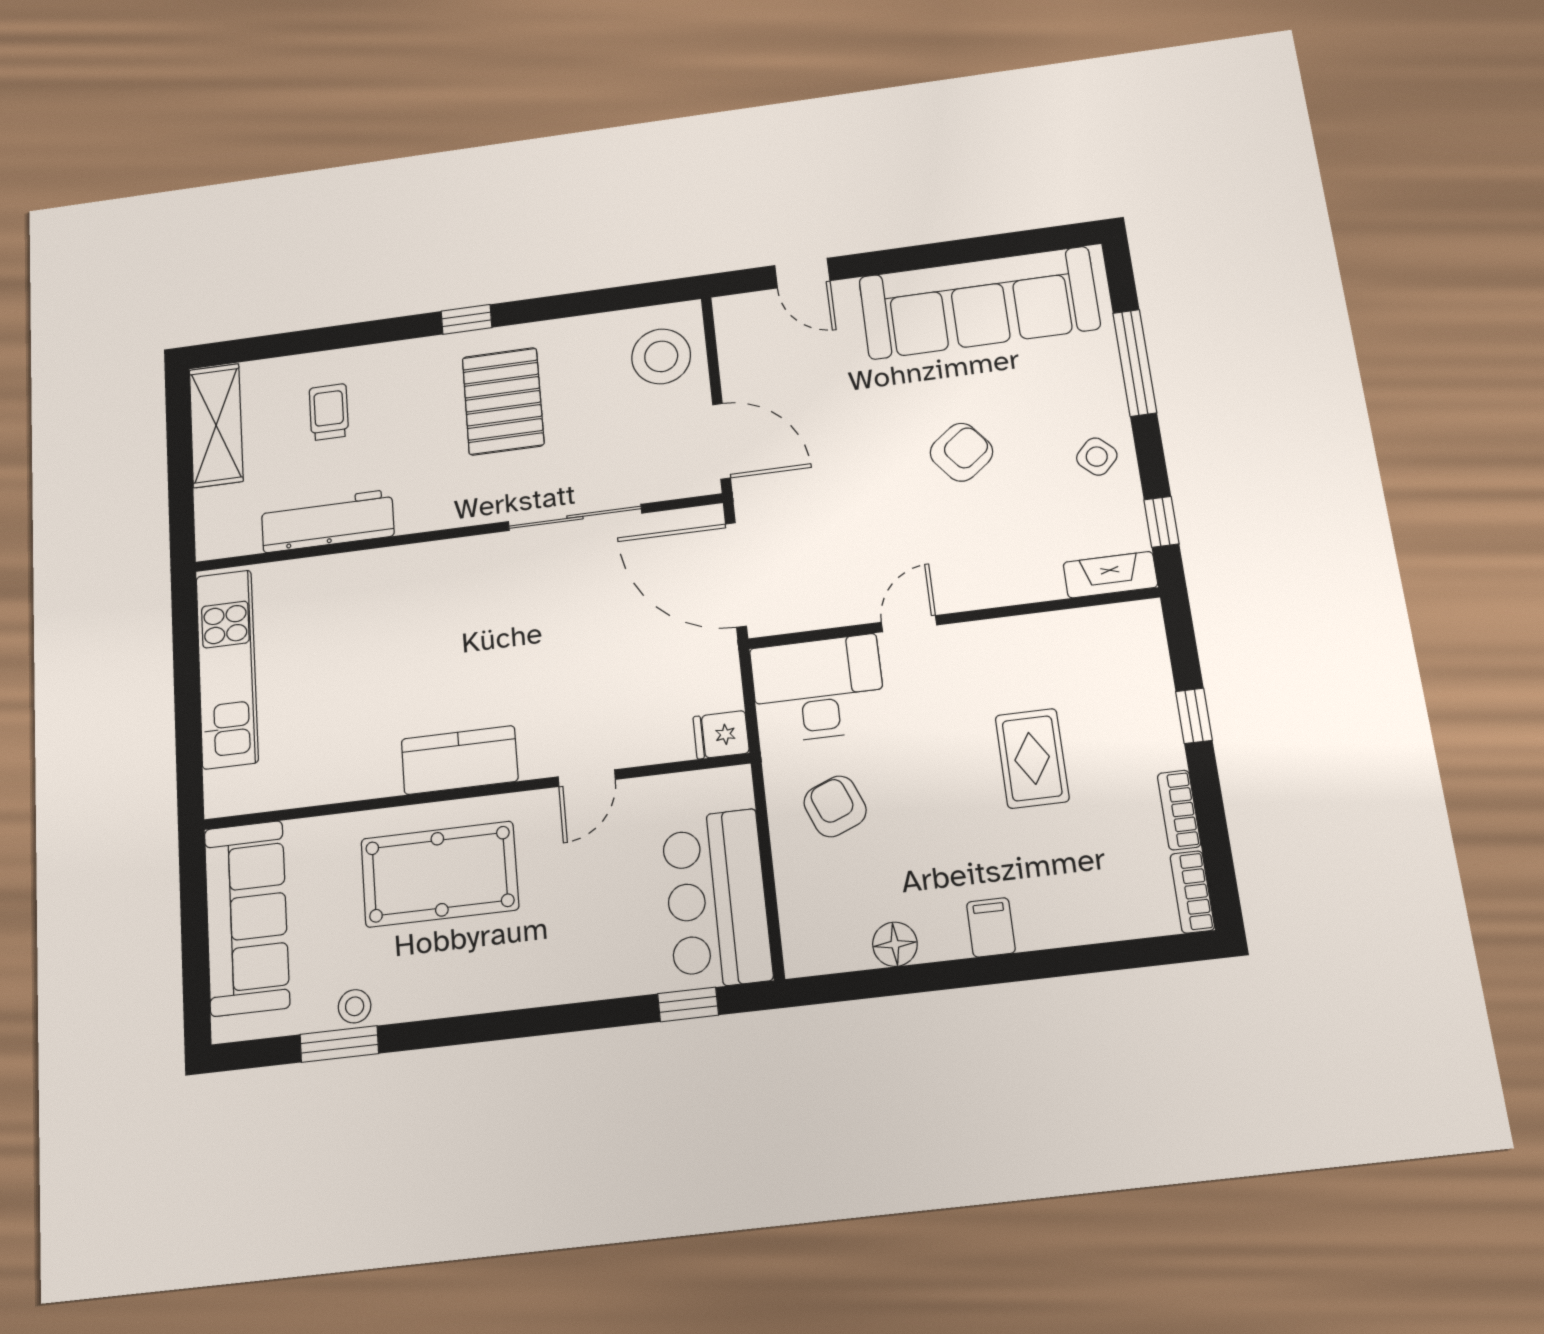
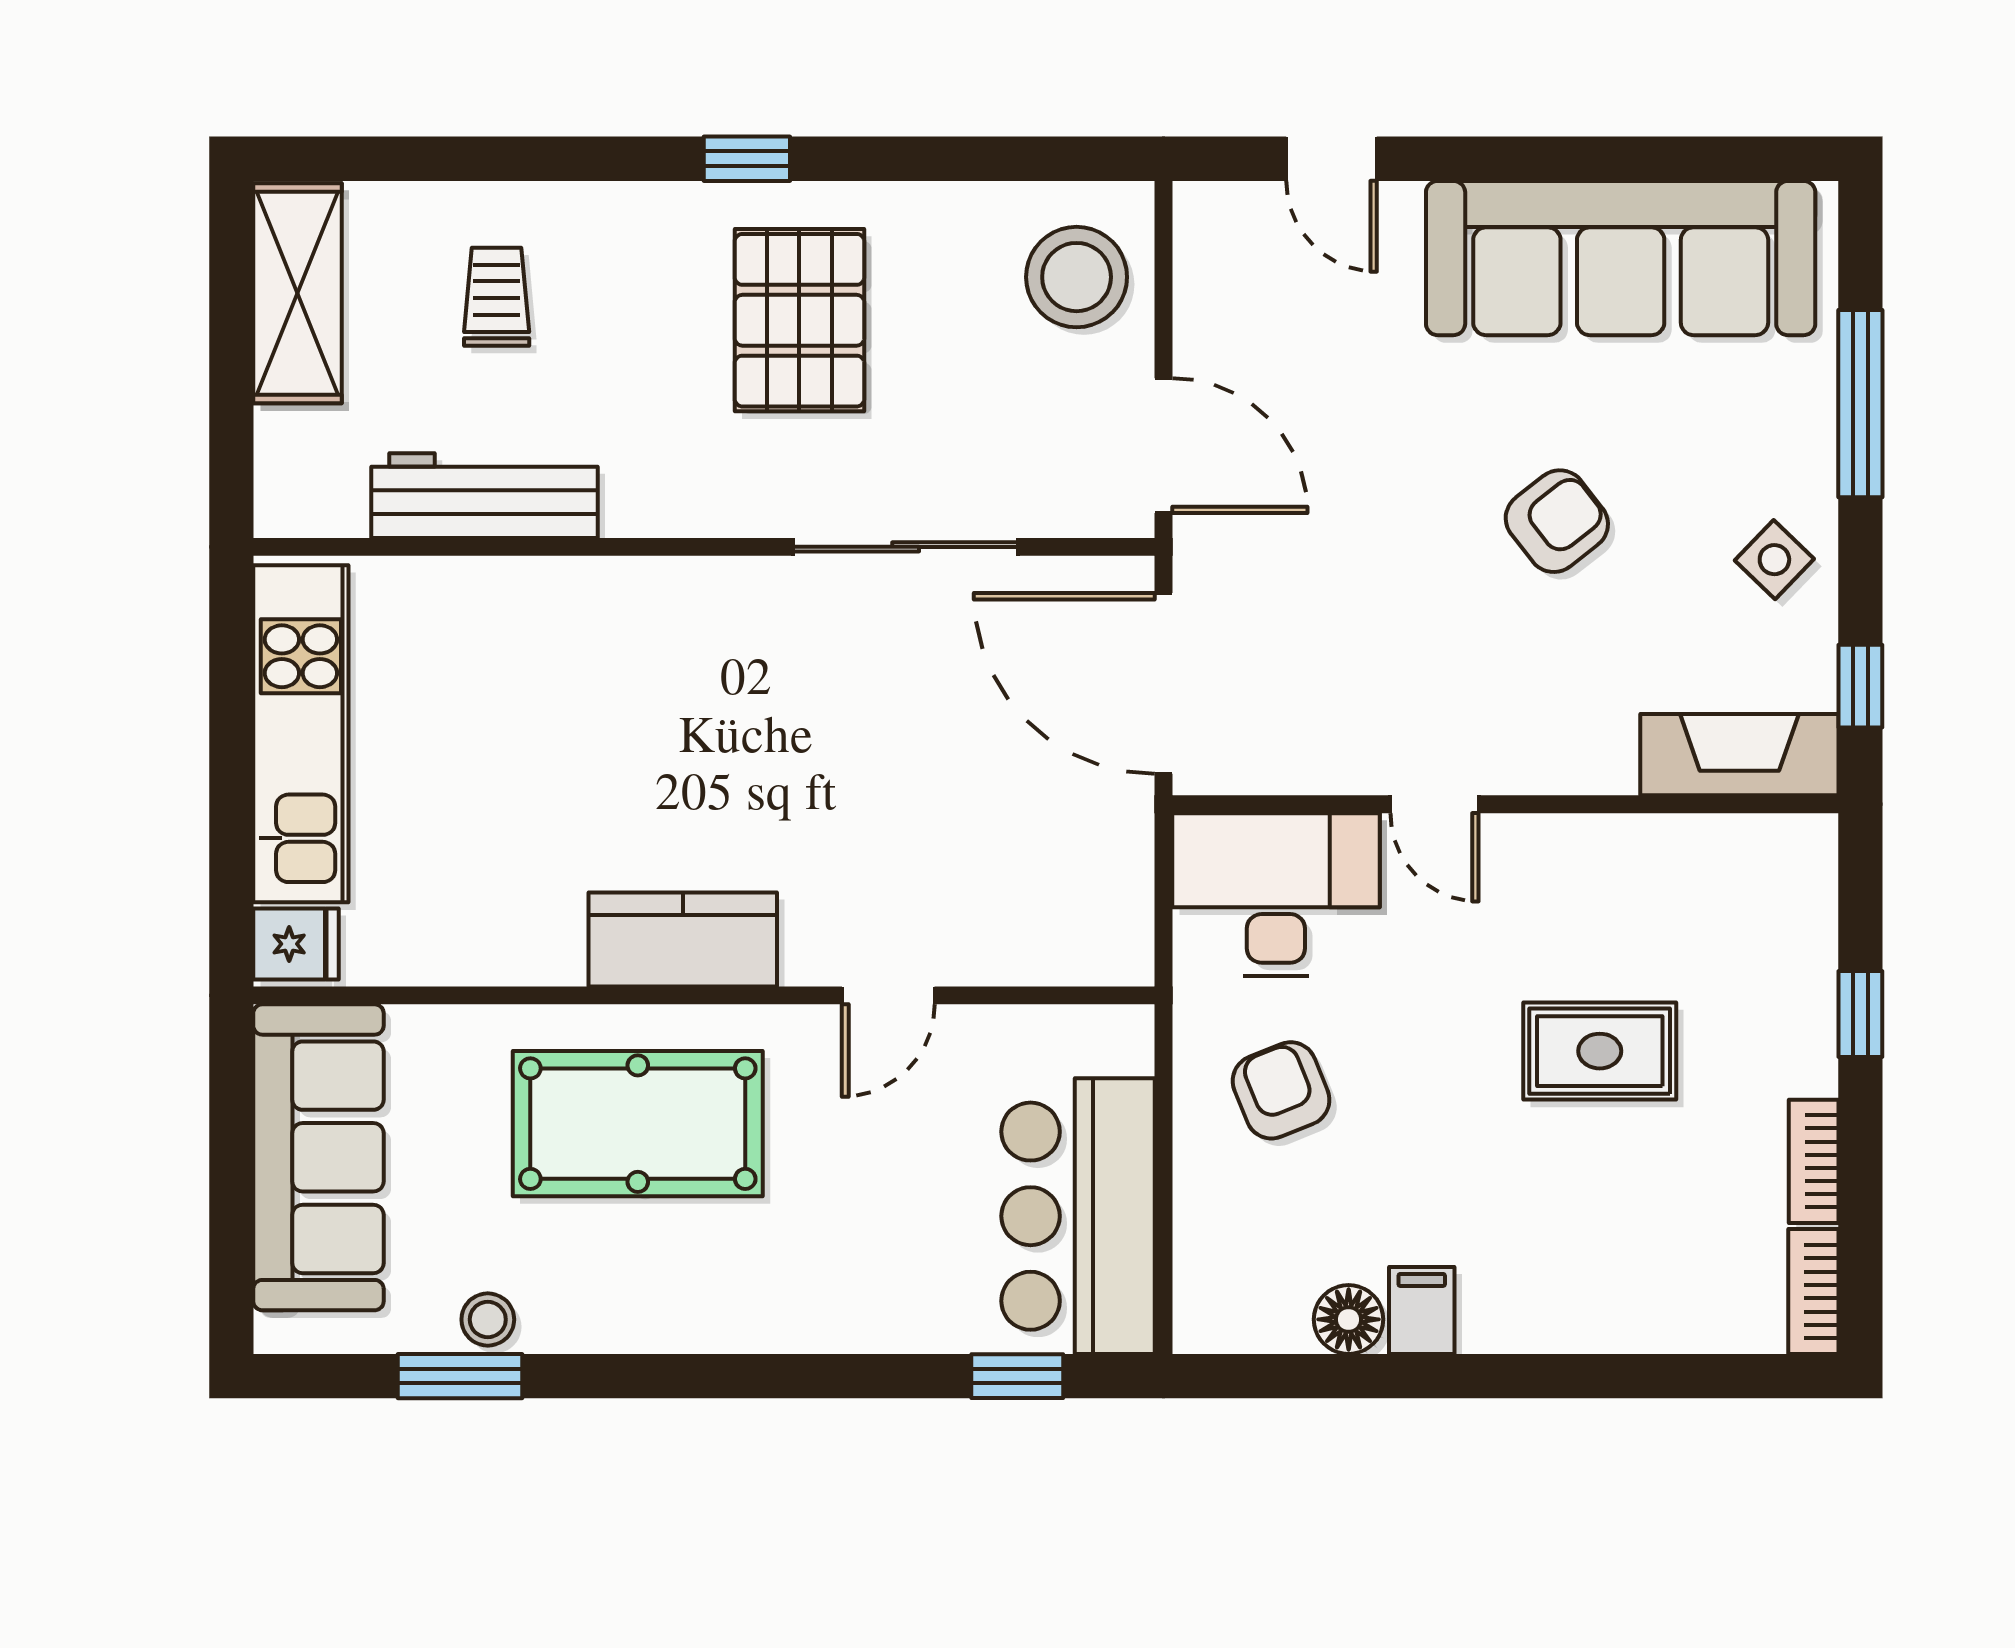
fireplace: (1110, 575) -> (1739, 755), width x1.37, depth x1.32
door: (909, 624) -> (1435, 804), swing flipped
fridge: (721, 735) -> (296, 944), moved, turned 180
rug: (1032, 758) -> (1600, 1051), turned 90
filing cabinet: (991, 927) -> (1422, 1310), moved

